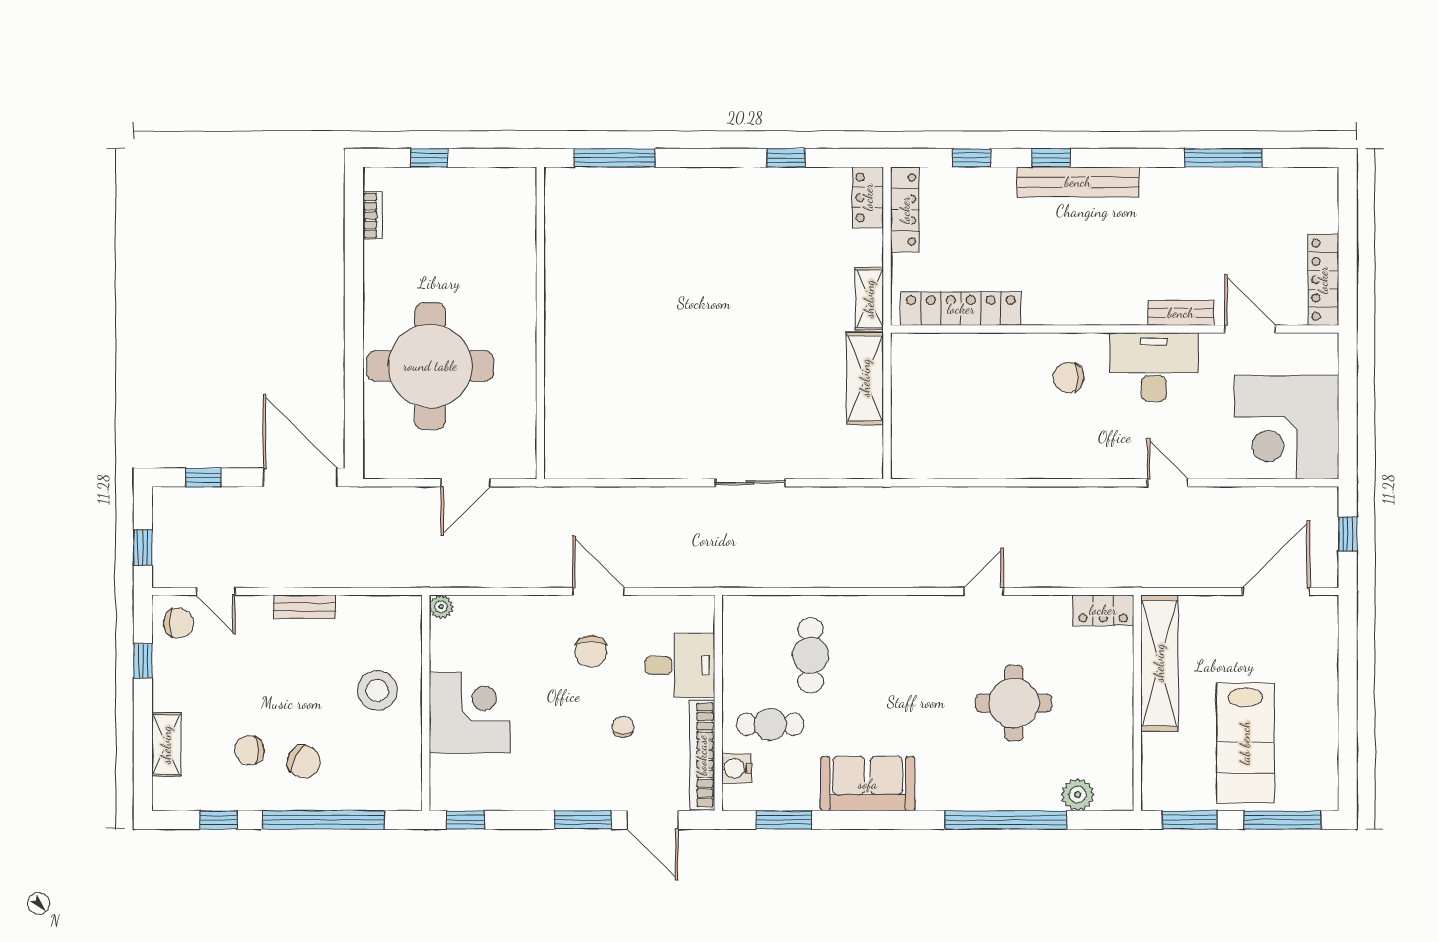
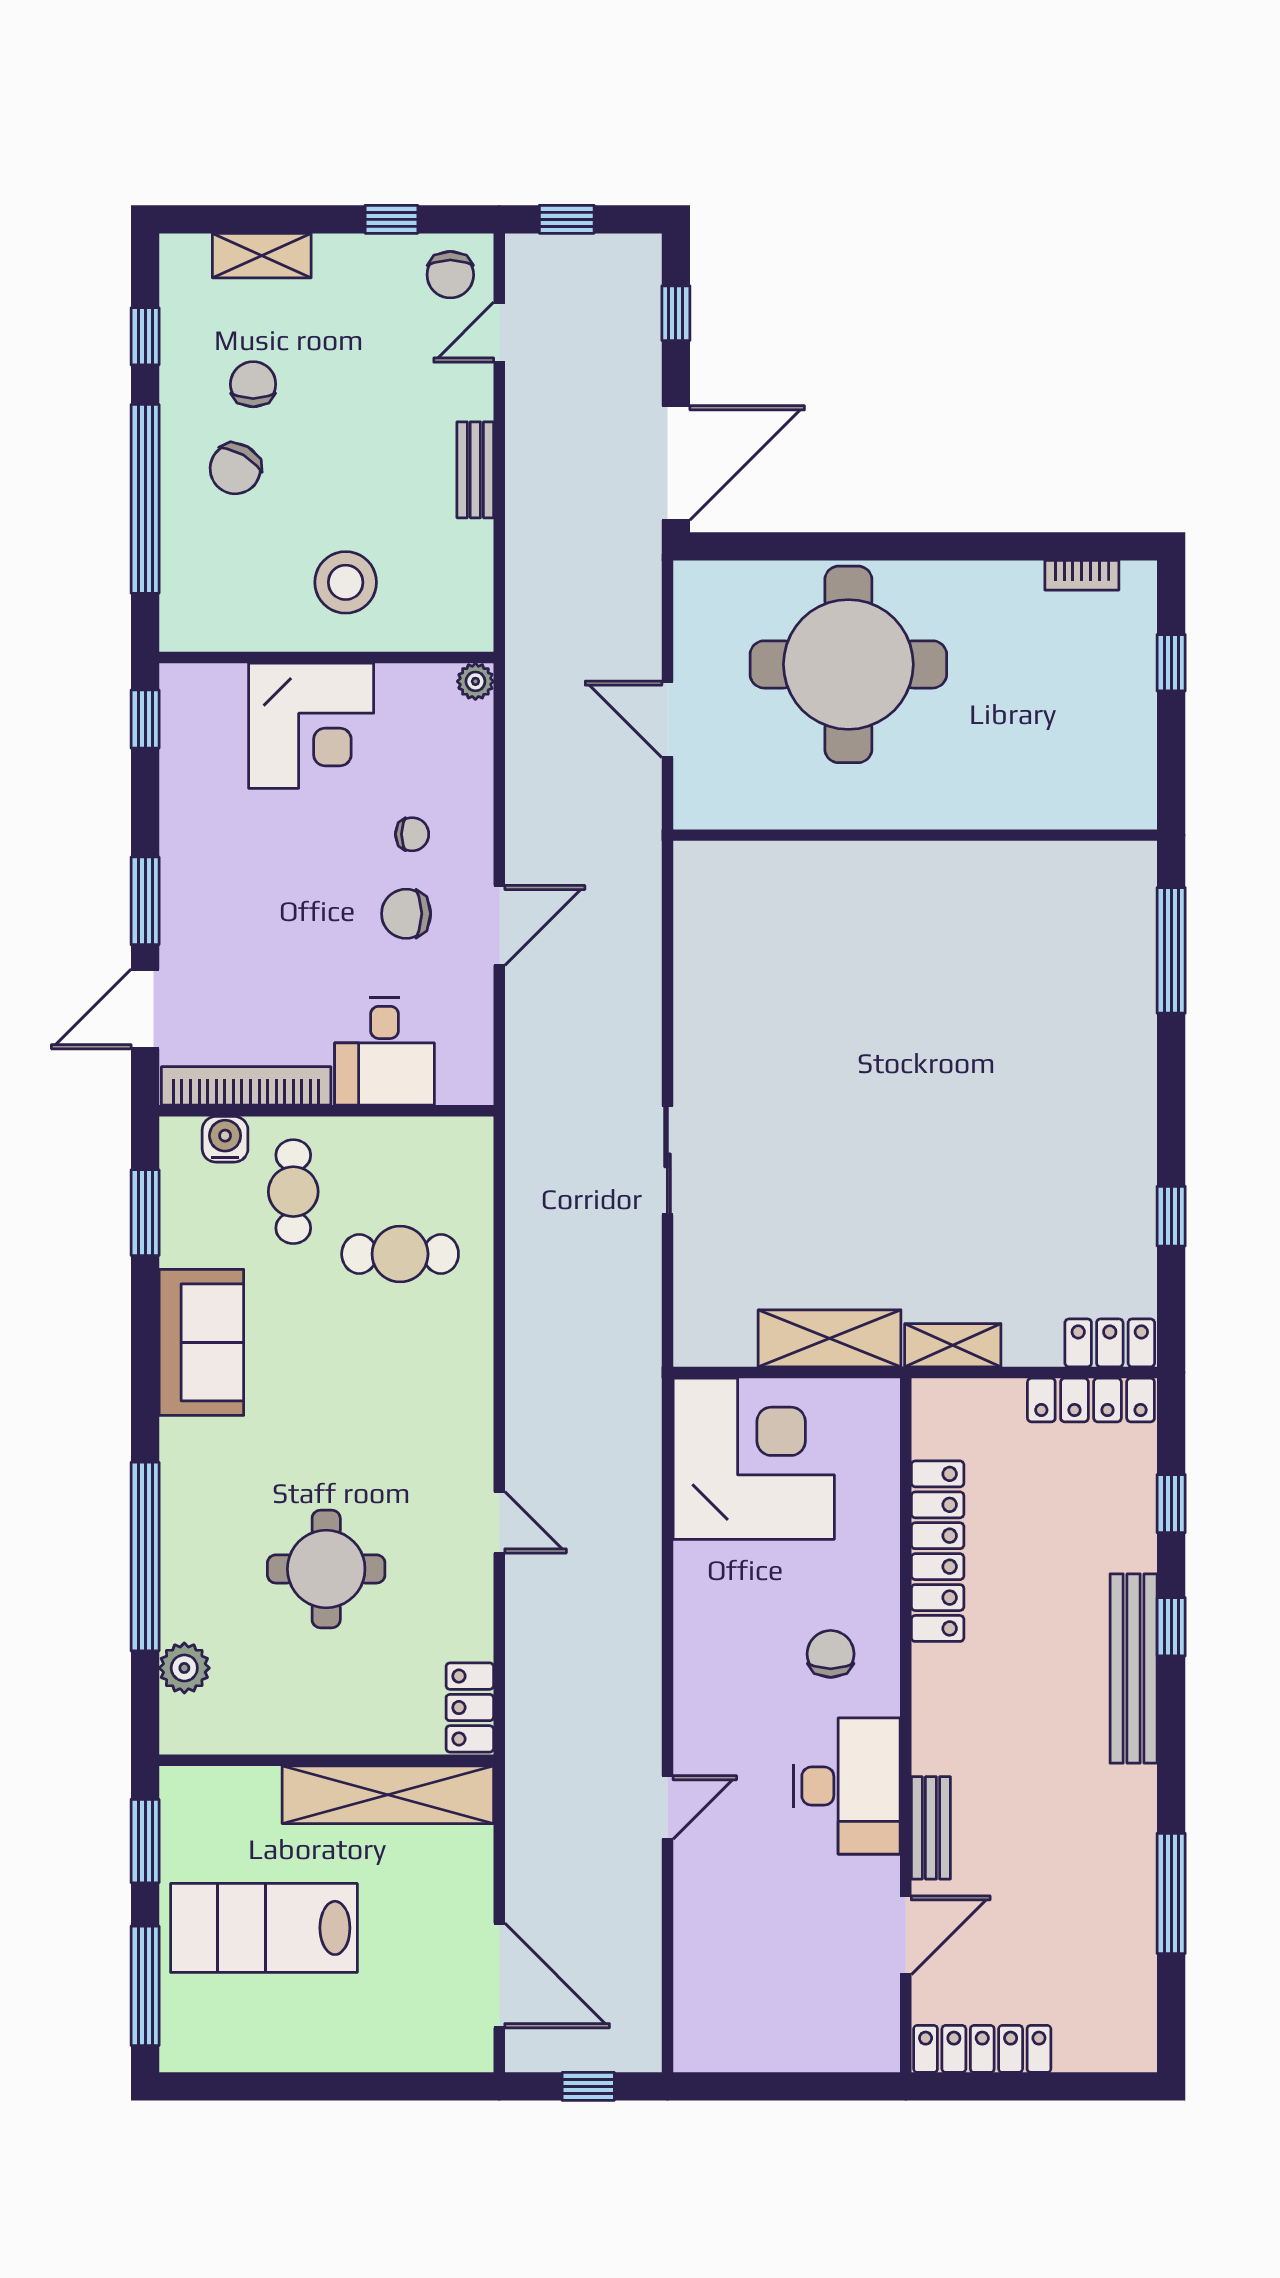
locker: (961, 309) -> (938, 1551), moved
corner desk: (1287, 427) -> (754, 1459), moved, turned 90
chair: (623, 727) -> (412, 834), moved

